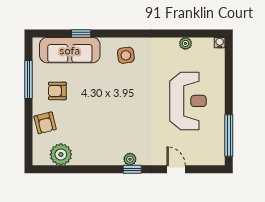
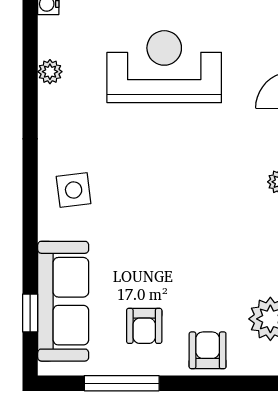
window: (81, 33) -> (30, 313), moved
armchair: (45, 123) -> (208, 350), turned -76

